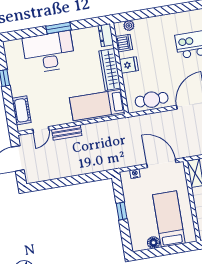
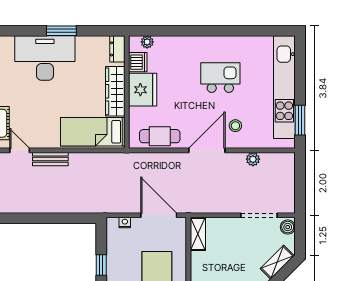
fridge: (129, 65) -> (143, 90), width x1.88, depth x1.34
door: (41, 130) -> (20, 150), swing flipped

